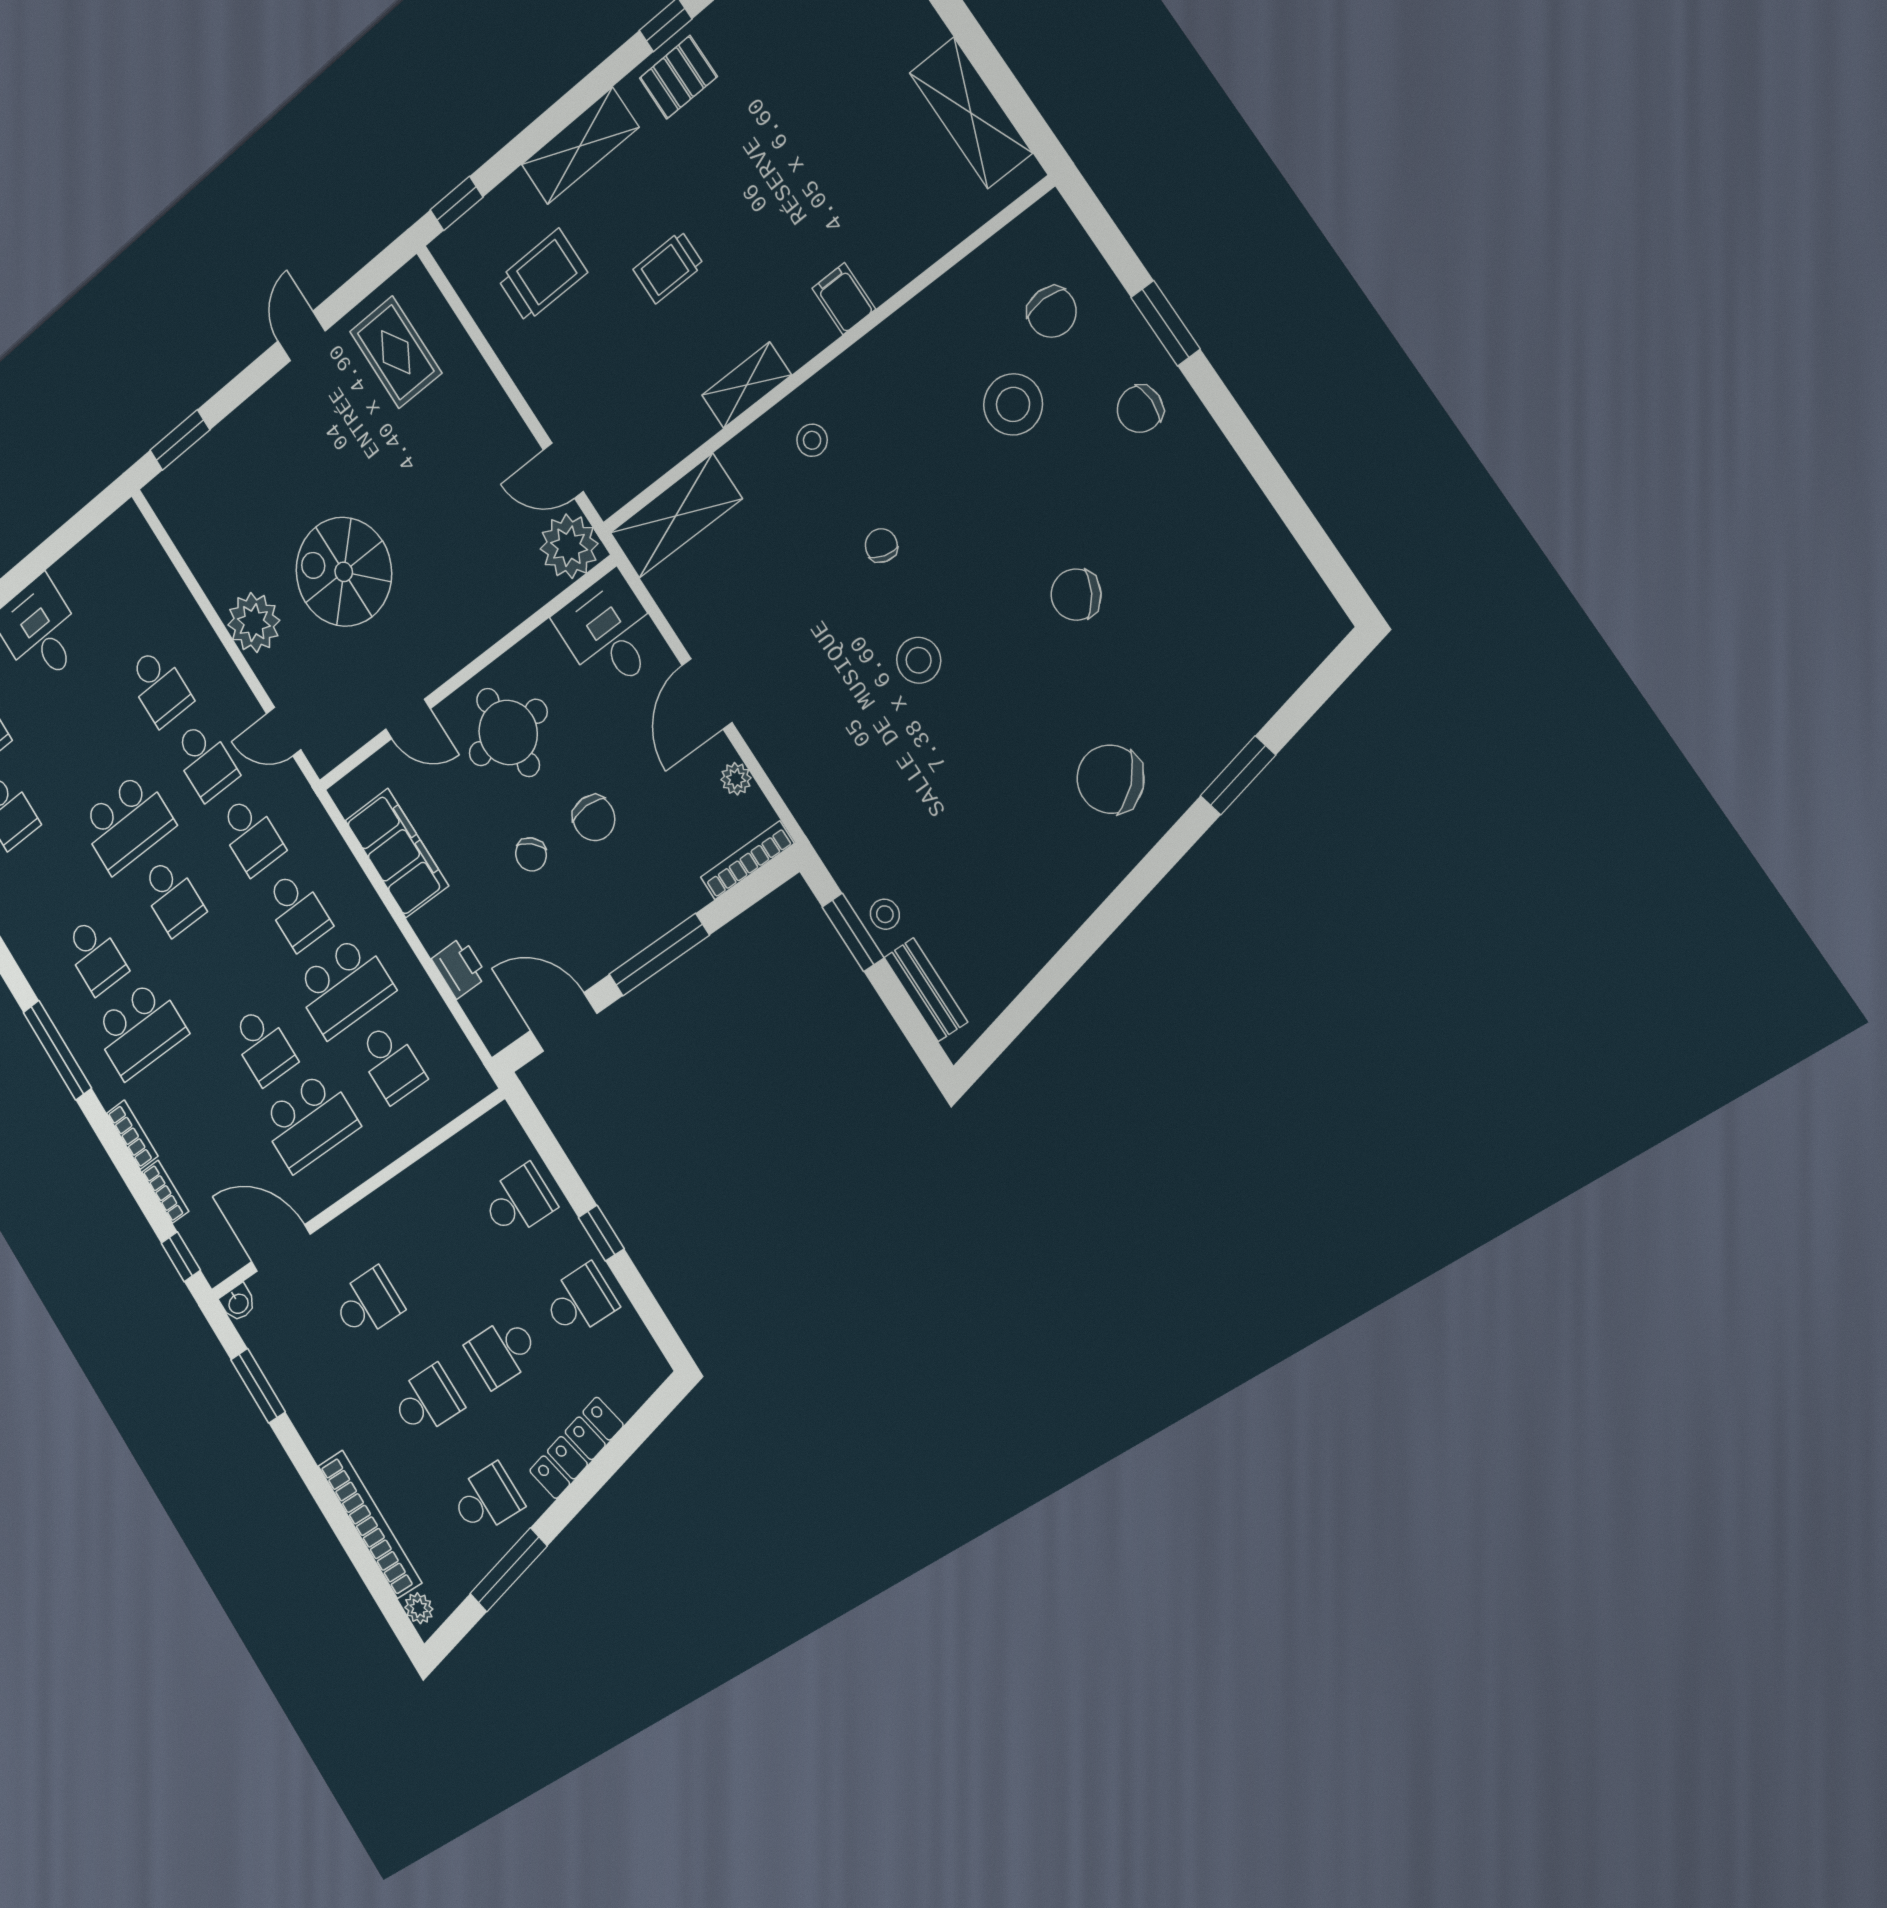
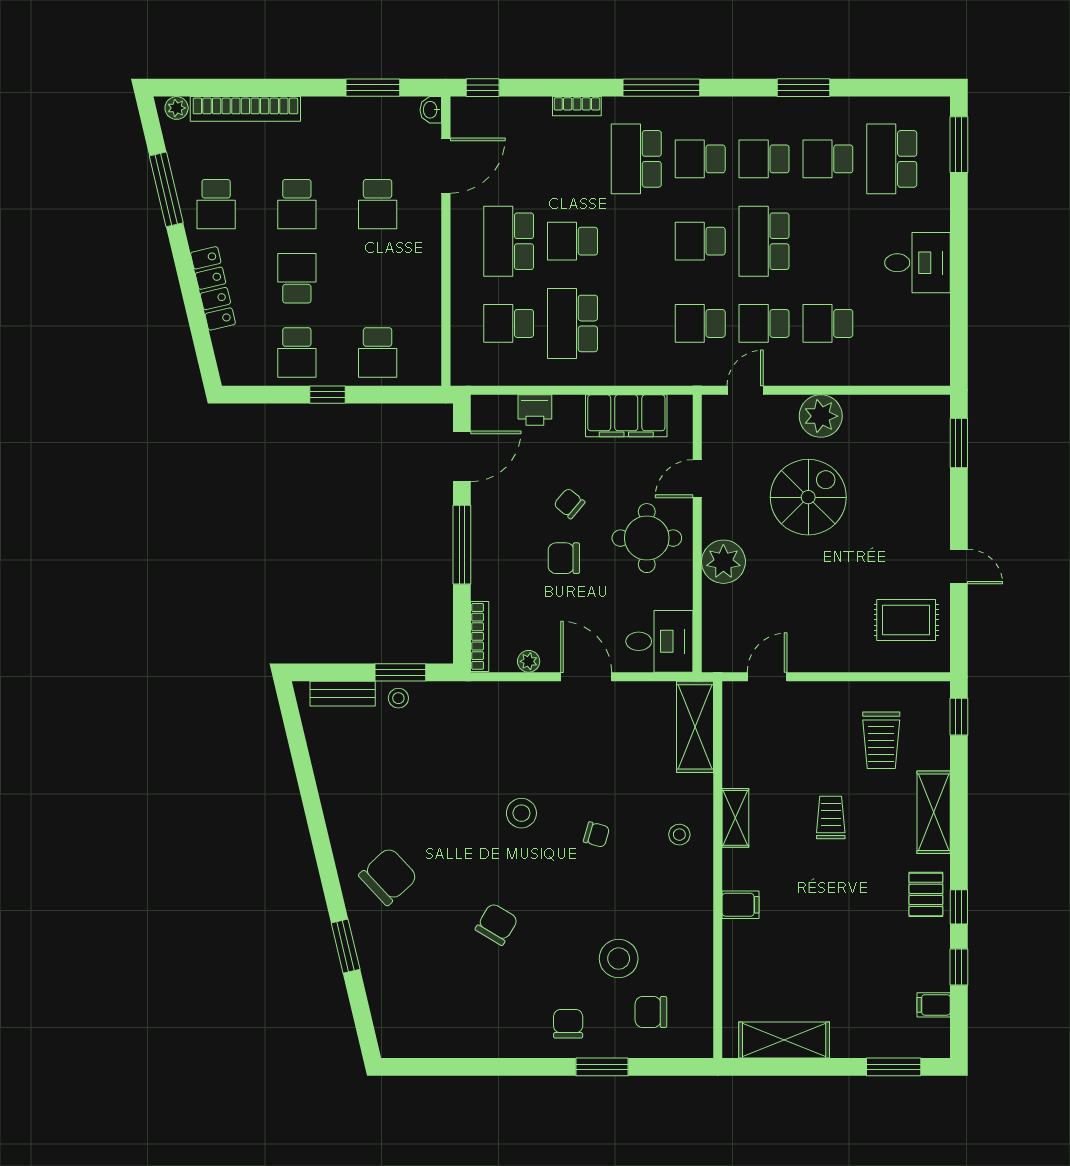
plant: (569, 546) -> (723, 562), moved
school desk: (297, 911) -> (764, 159), moved
bookcase: (165, 1192) -> (528, 105), removed

